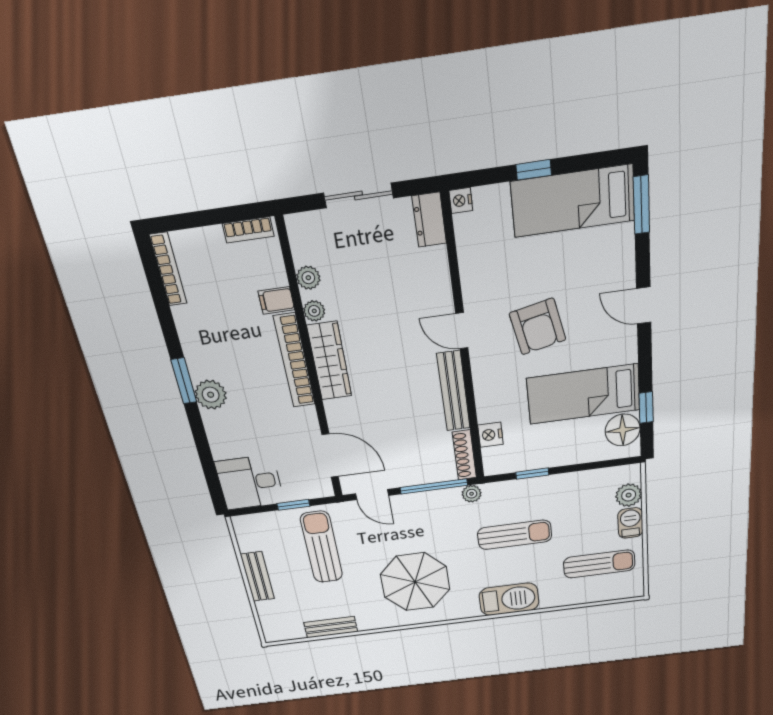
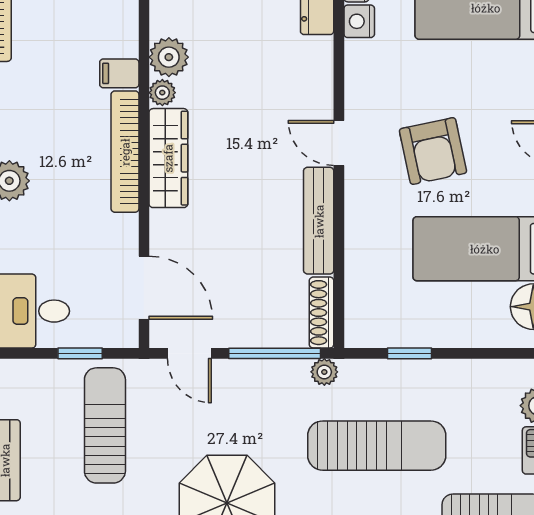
plant: (308, 278) -> (169, 57), width x1.38, depth x1.38
nightstand: (490, 435) -> (359, 21), moved
sun lounger: (515, 535) -> (377, 446), width x1.36, depth x1.34

